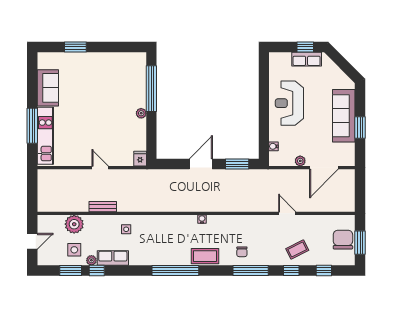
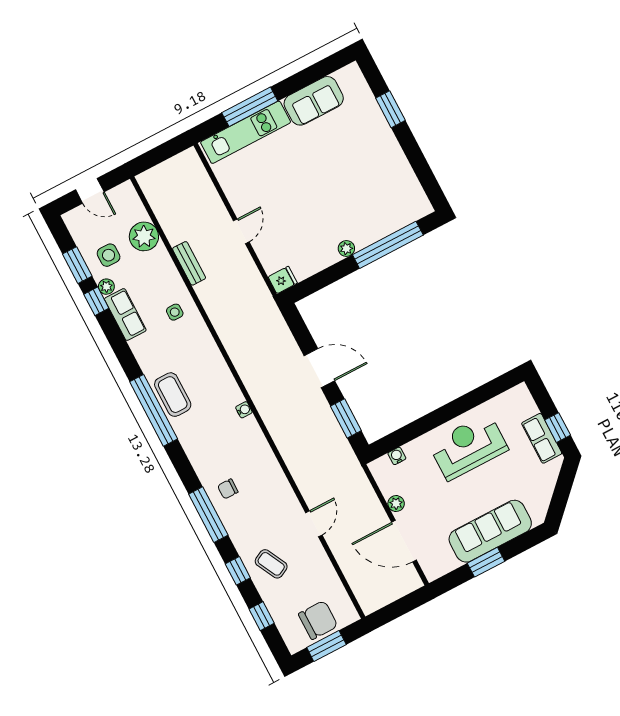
coffee table: (205, 256) -> (173, 395), moved

